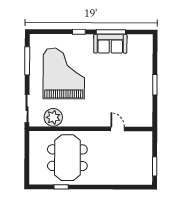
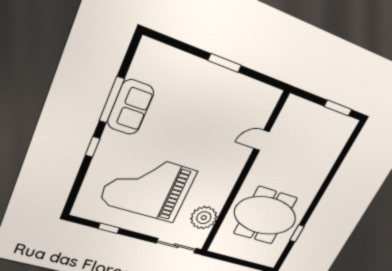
window: (27, 61) -> (109, 228), width x0.46

